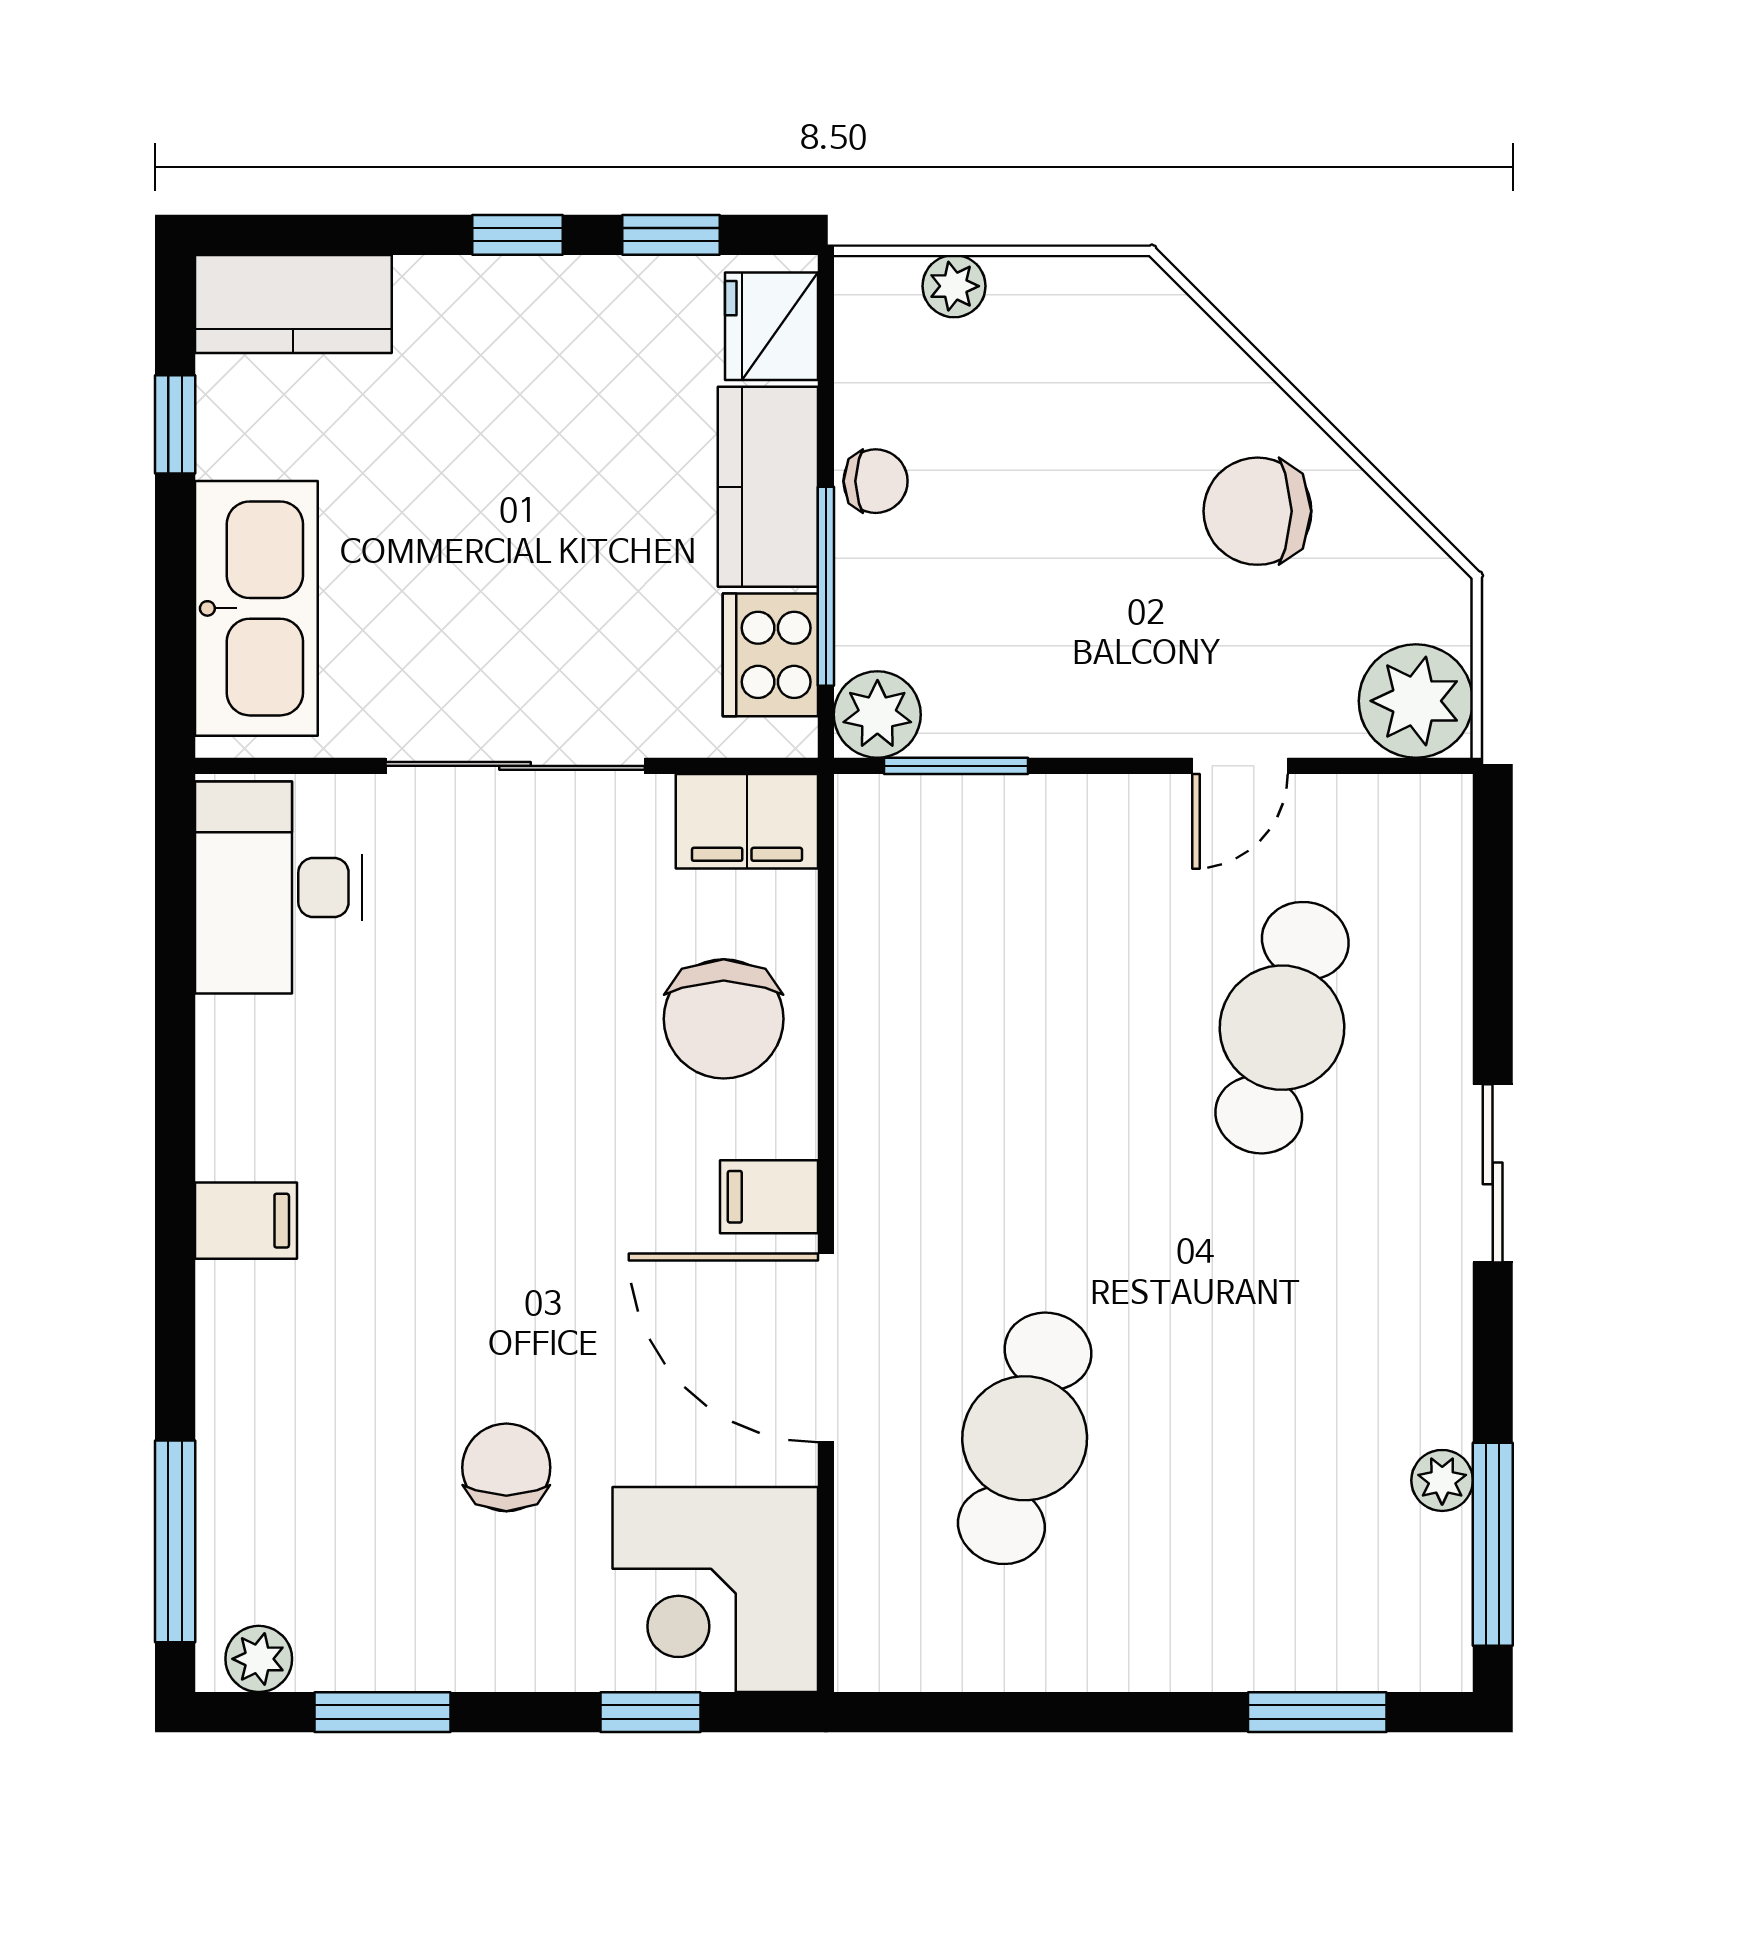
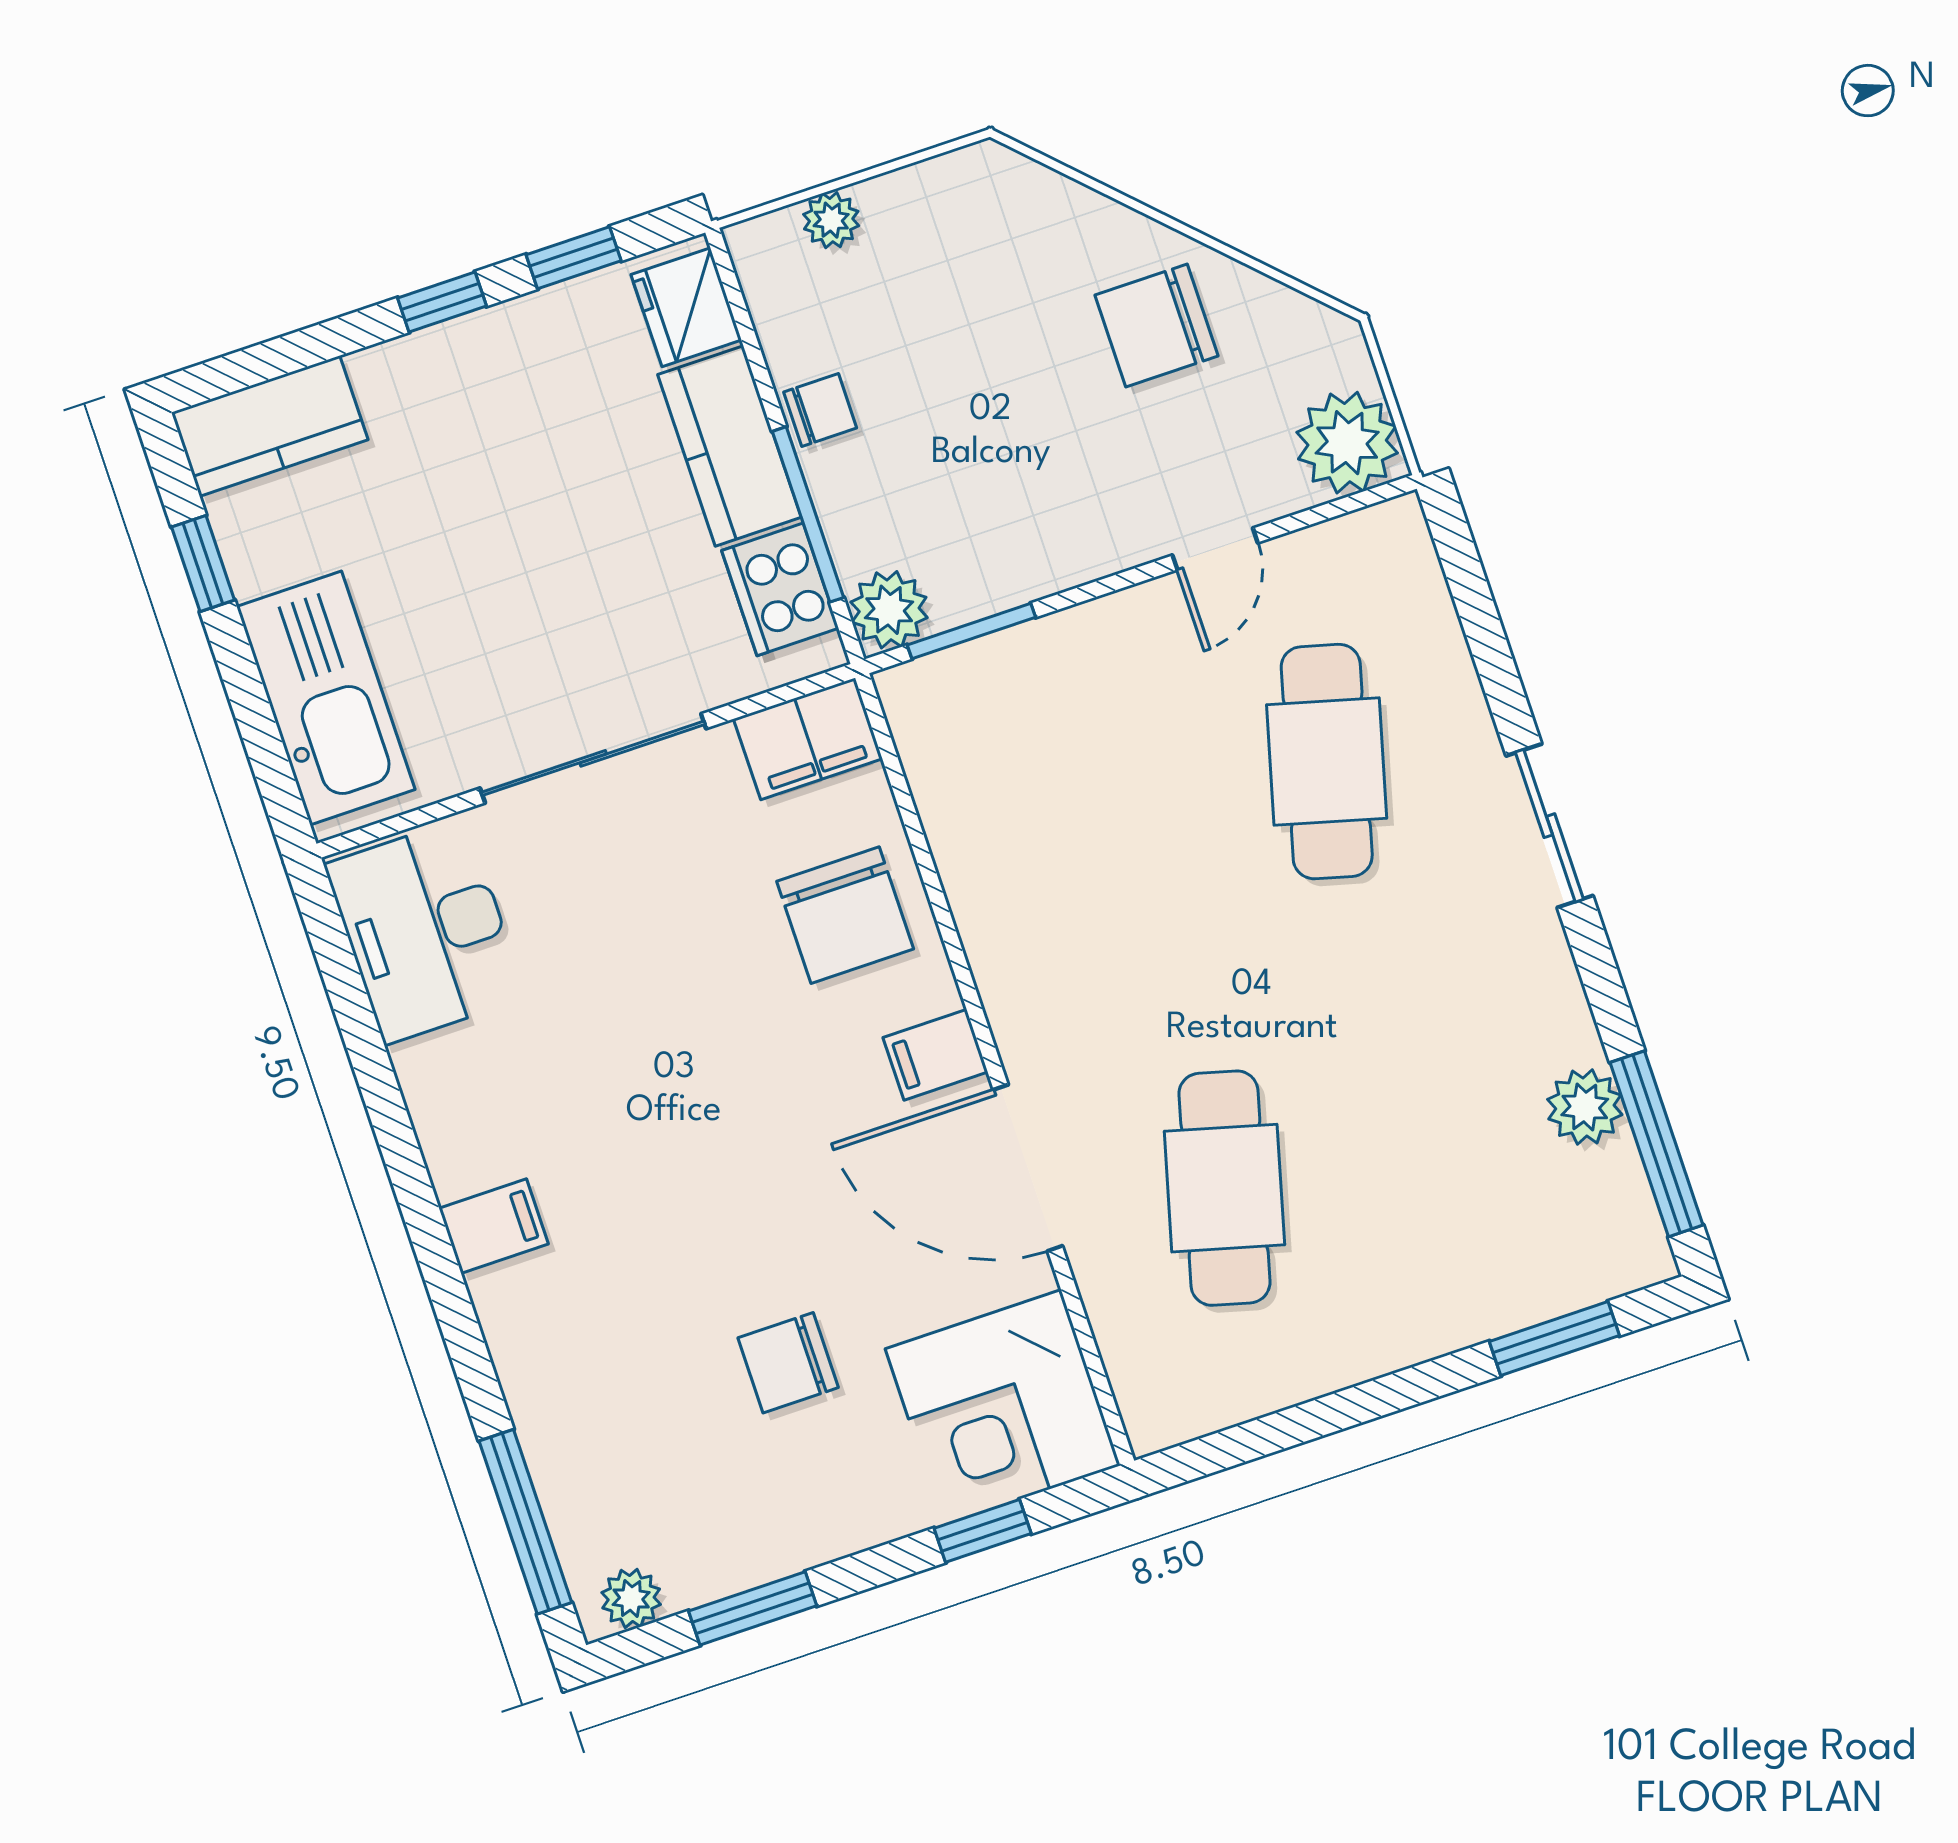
chair: (506, 1467) -> (788, 1363), turned -90
plant: (1442, 1480) -> (1585, 1107), width x1.38, depth x1.38

